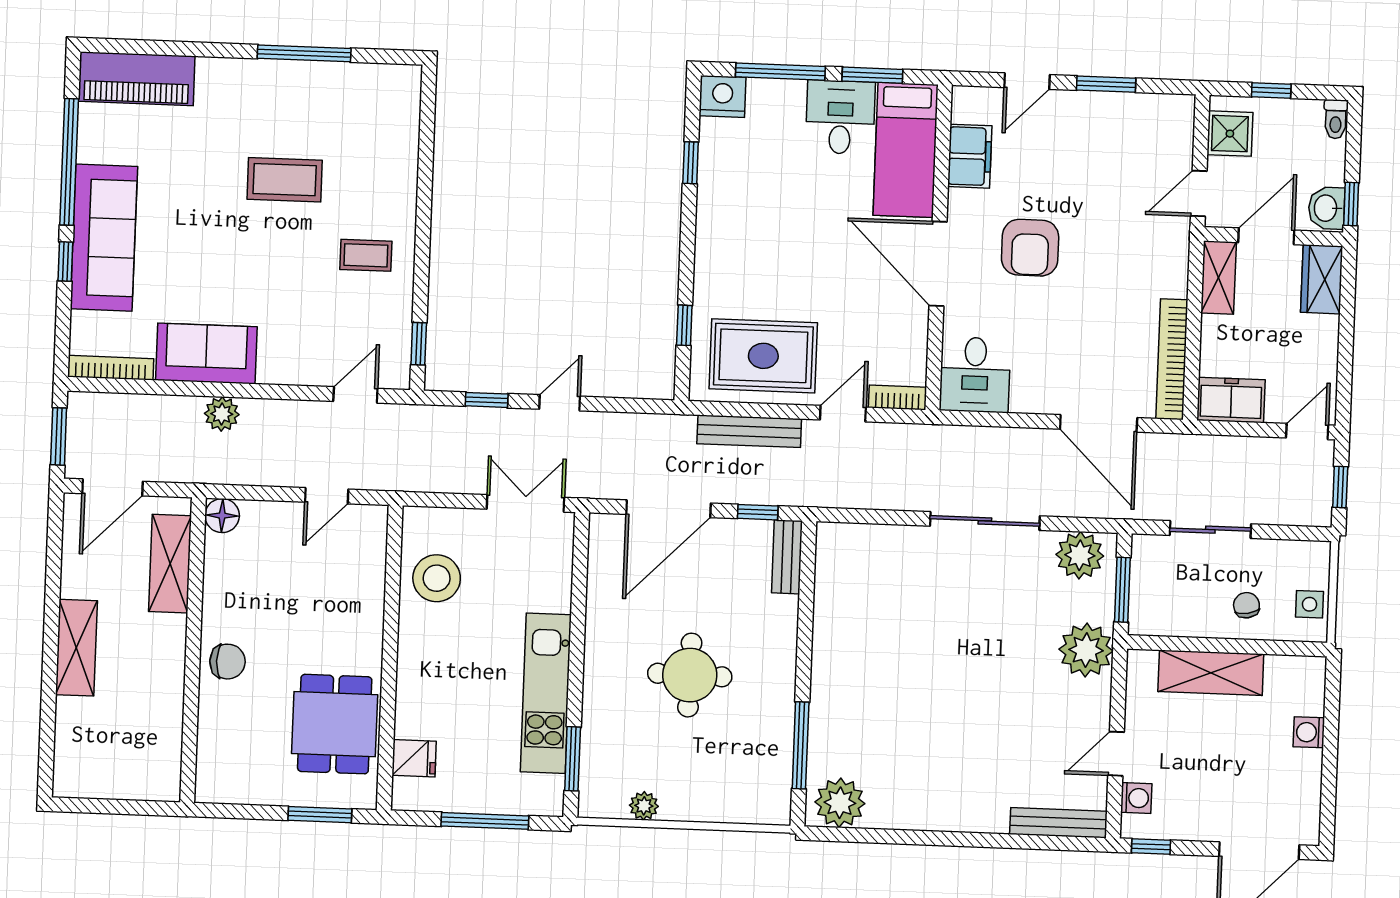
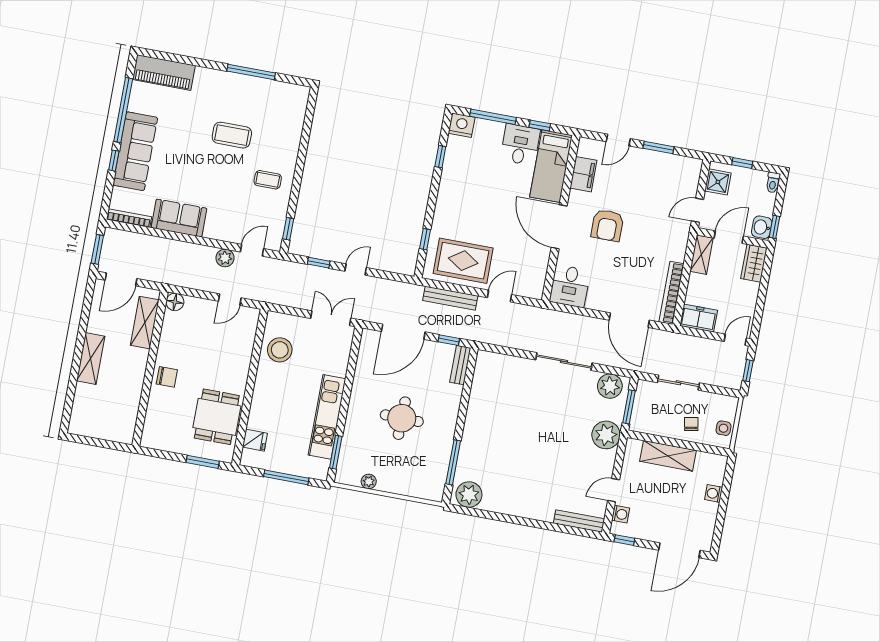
window: (872, 75) -> (540, 126), width x0.67
bookcase: (897, 397) -> (528, 292), removed
plant: (222, 414) -> (225, 258), moved

